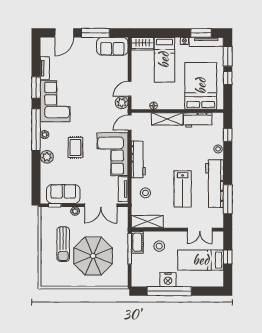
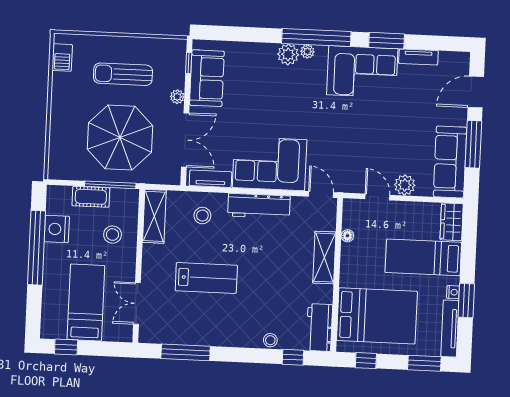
door: (64, 33) -> (476, 92), hinge flipped
window: (201, 33) -> (466, 301), moved
sofa: (112, 46) -> (450, 162), width x1.36
window: (228, 78) -> (366, 361), moved
plant: (122, 103) -> (405, 185), moved
workbench: (198, 120) -> (319, 328), moved
rug: (75, 147) -> (284, 102), removed
plant: (47, 157) -> (288, 54), moved
workbench: (215, 184) -> (213, 332), removed
lab bench: (183, 189) -> (206, 278), turned 180
double door: (101, 205) -> (185, 140), swing flipped
cot: (137, 242) -> (91, 197), moved
parasol: (93, 256) -> (120, 137), moved
window: (228, 257) -> (66, 347), moved
nightstand: (168, 280) -> (57, 229), moved
barbecue: (55, 281) -> (62, 58), added

